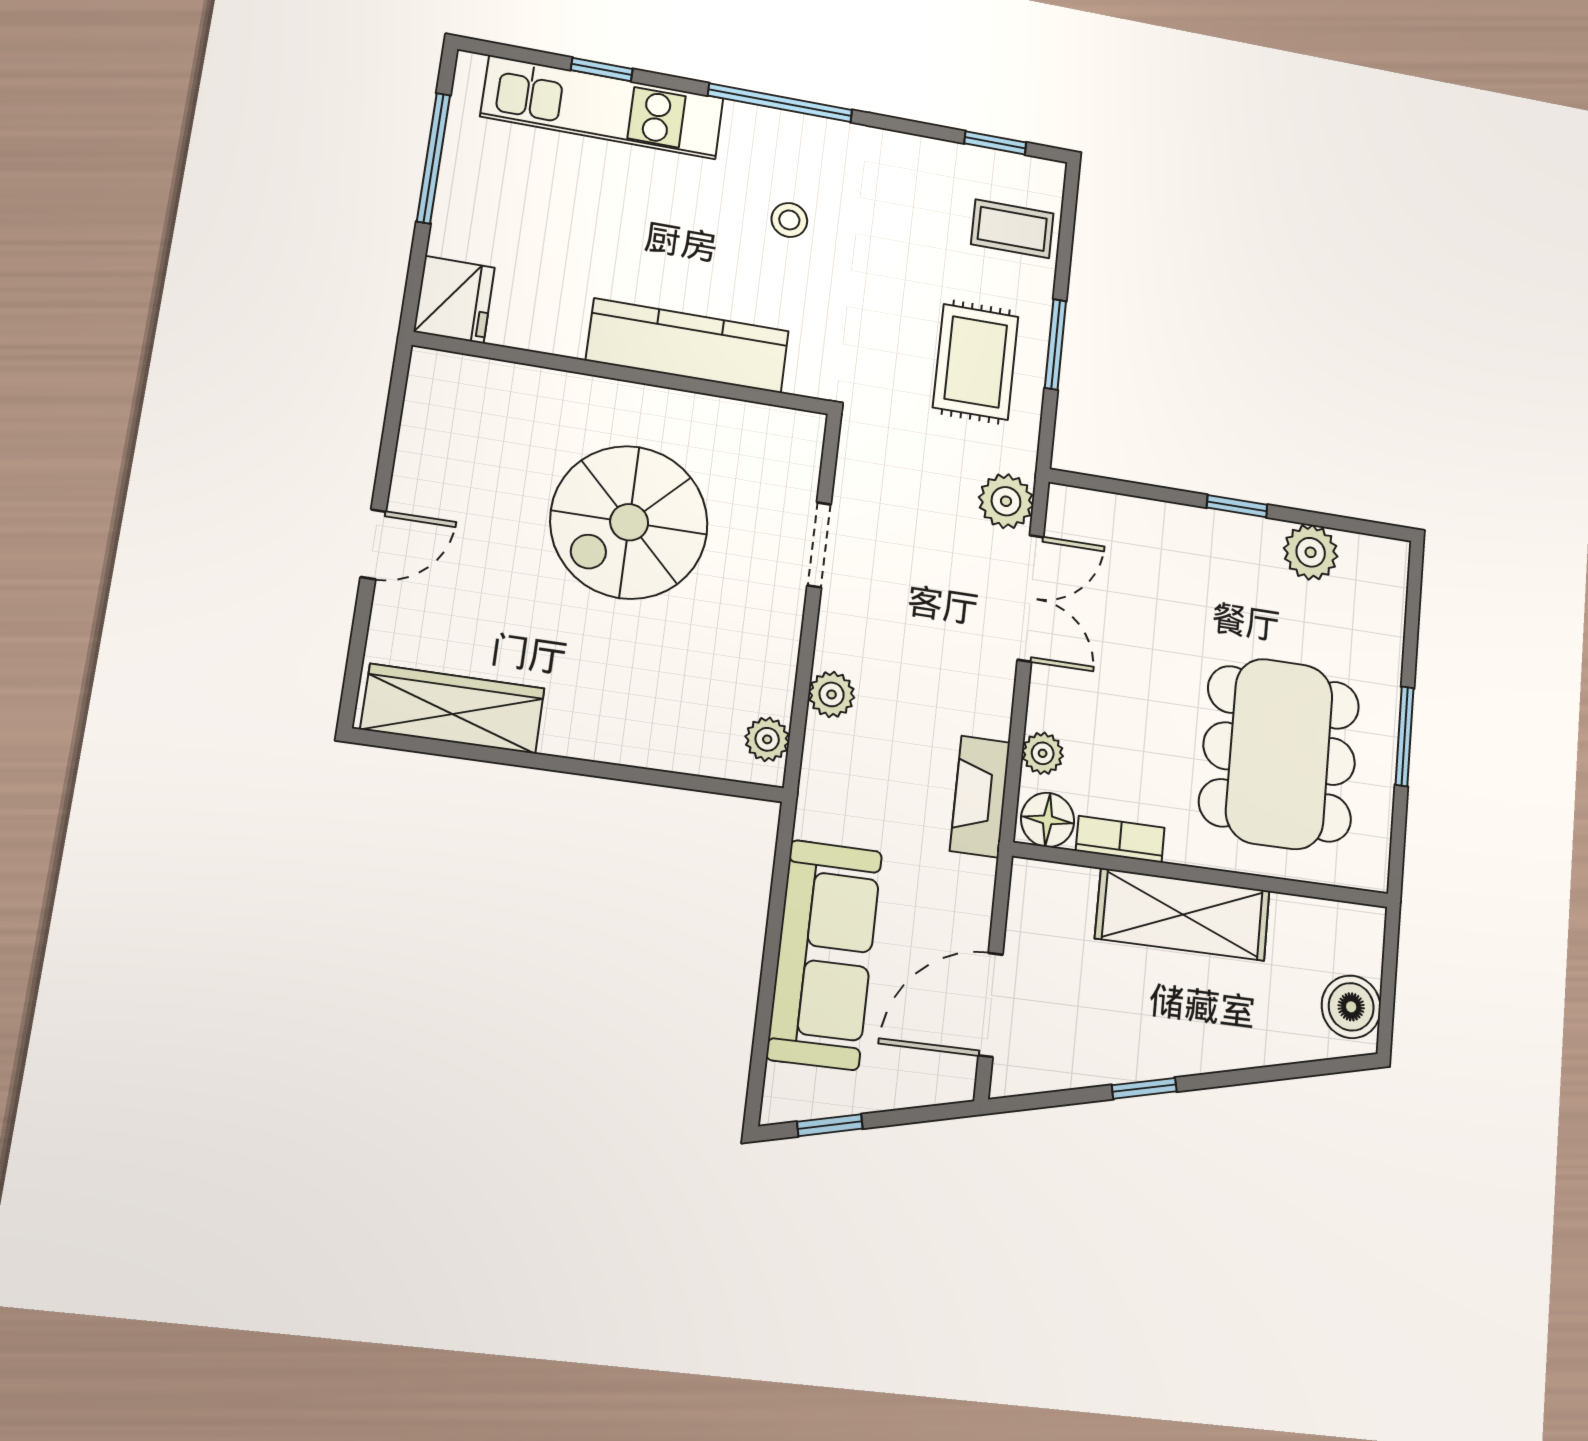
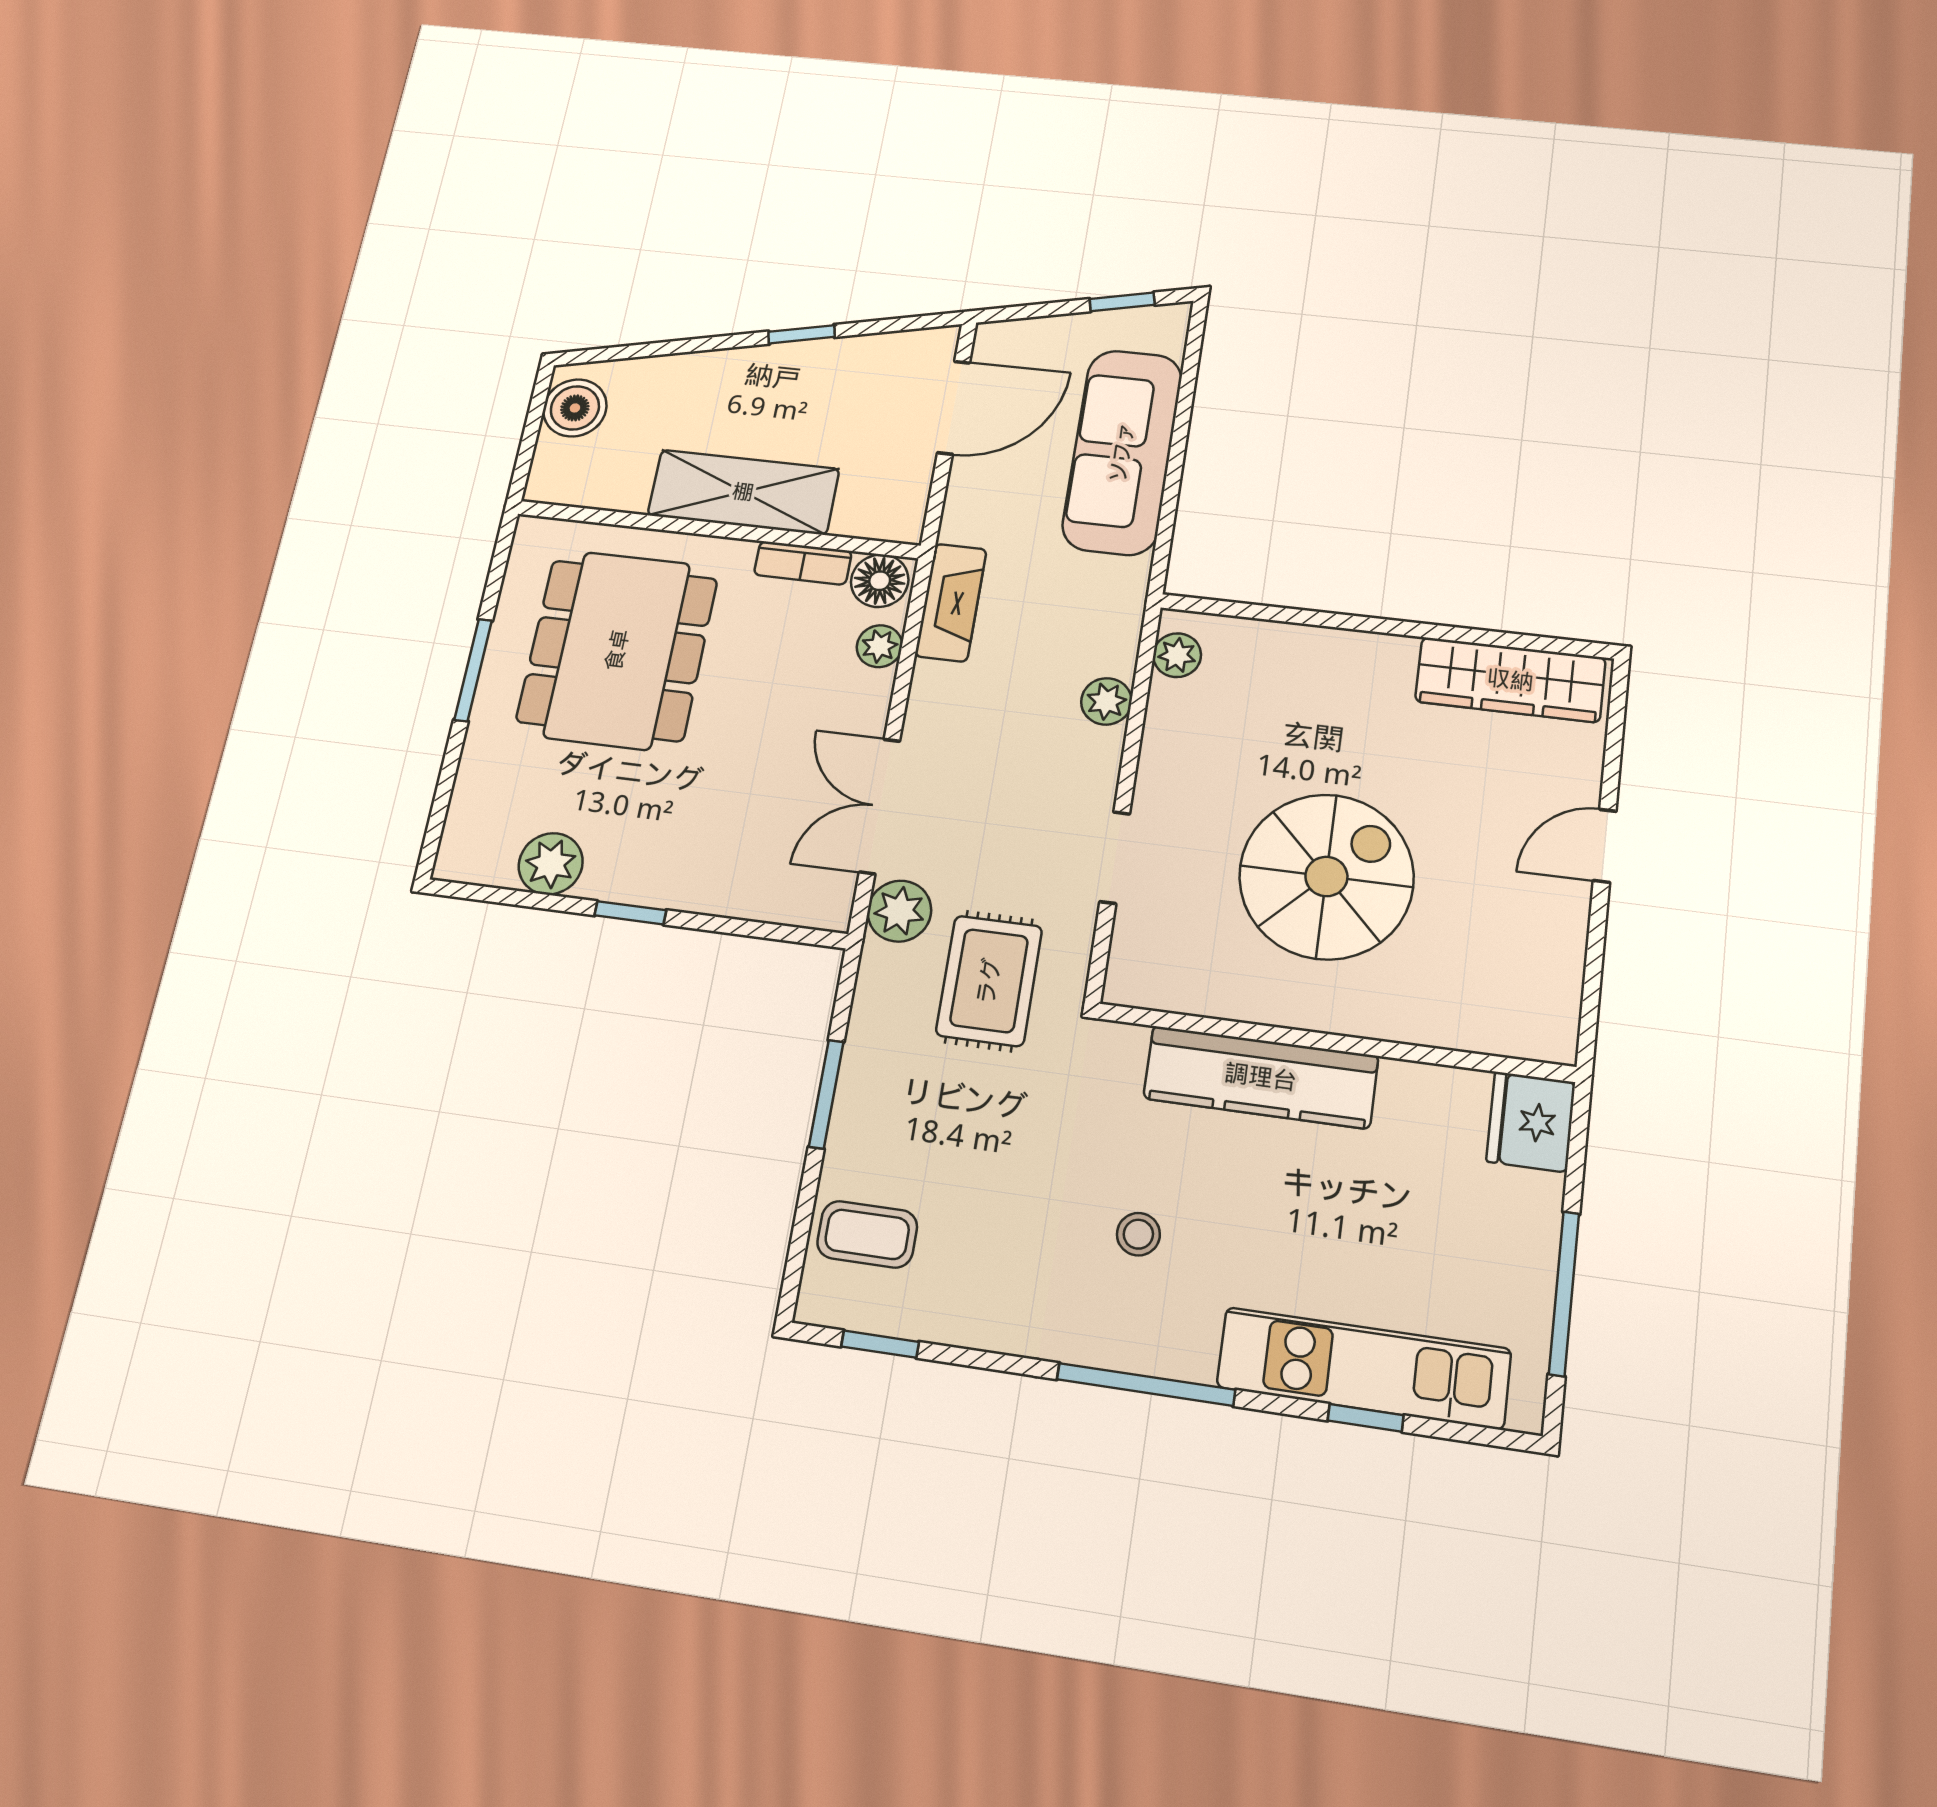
rug: (976, 362) -> (989, 981), moved

